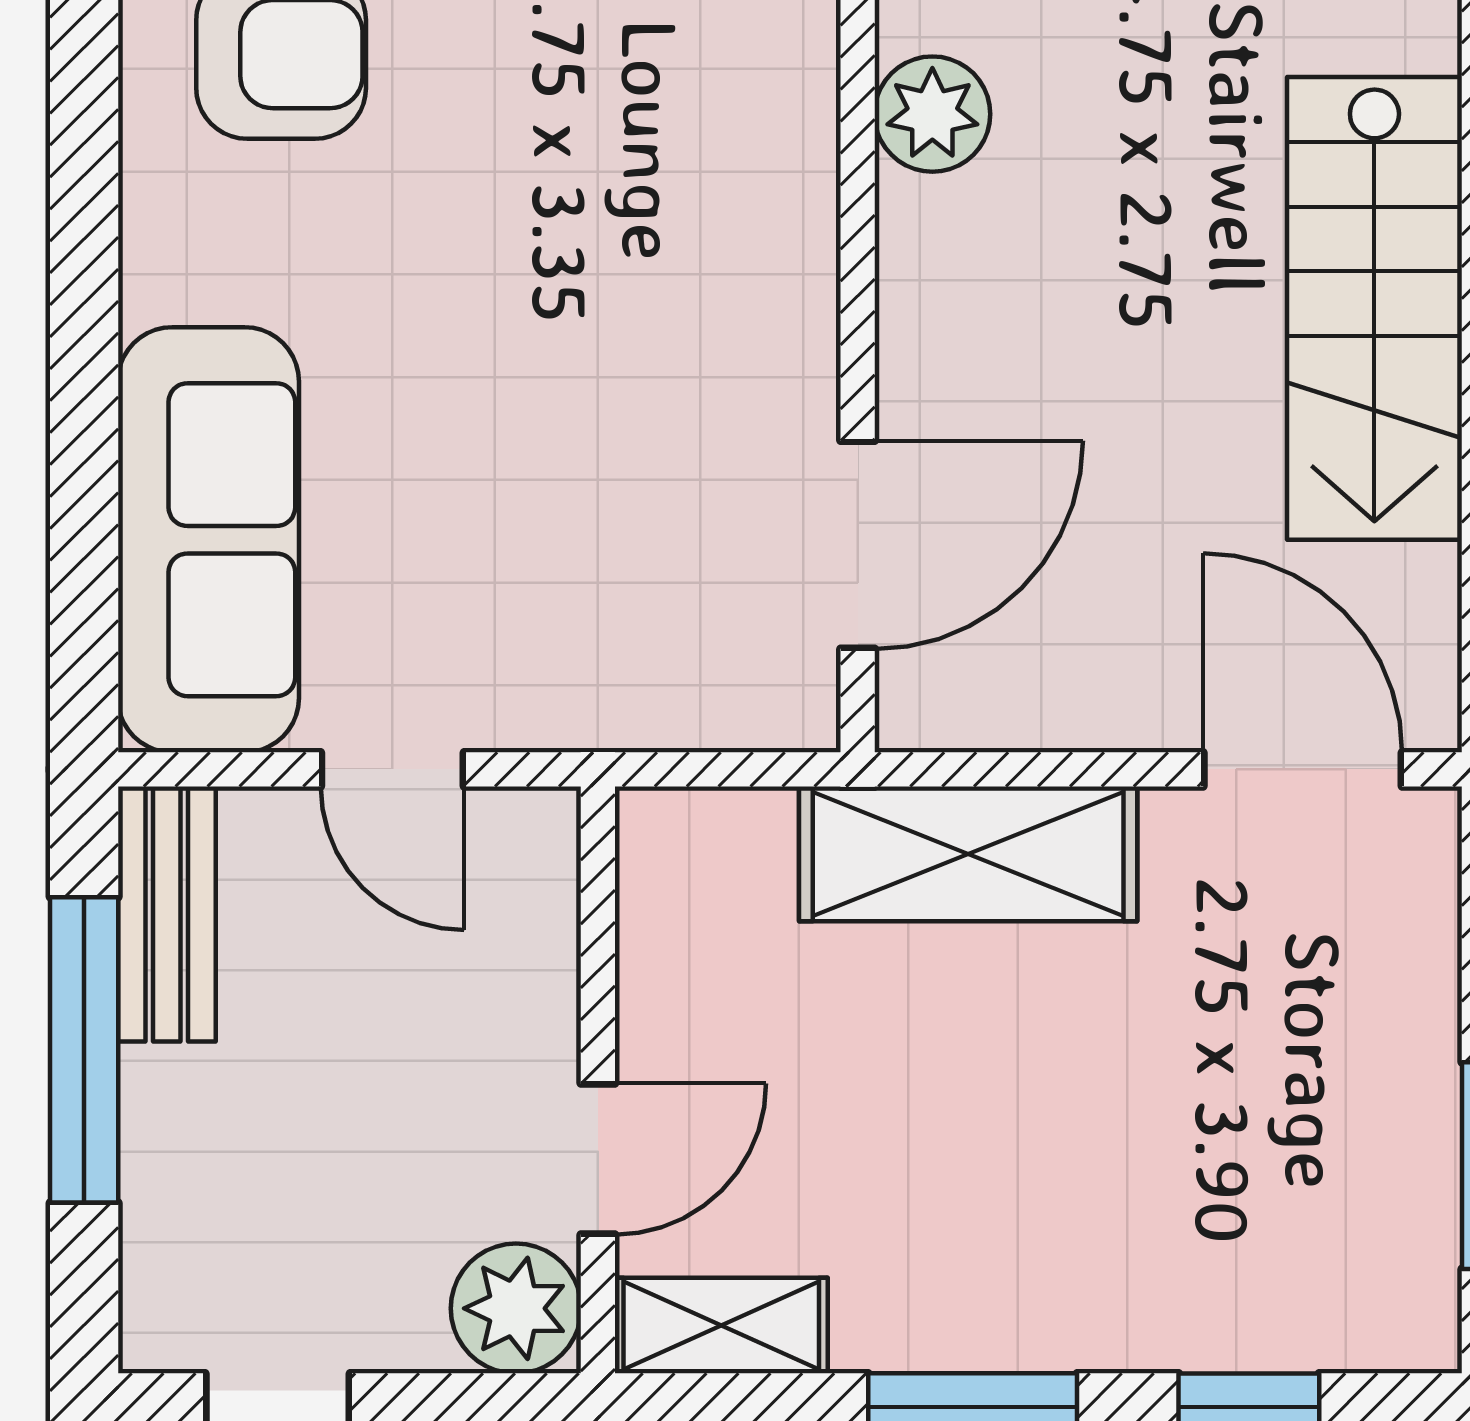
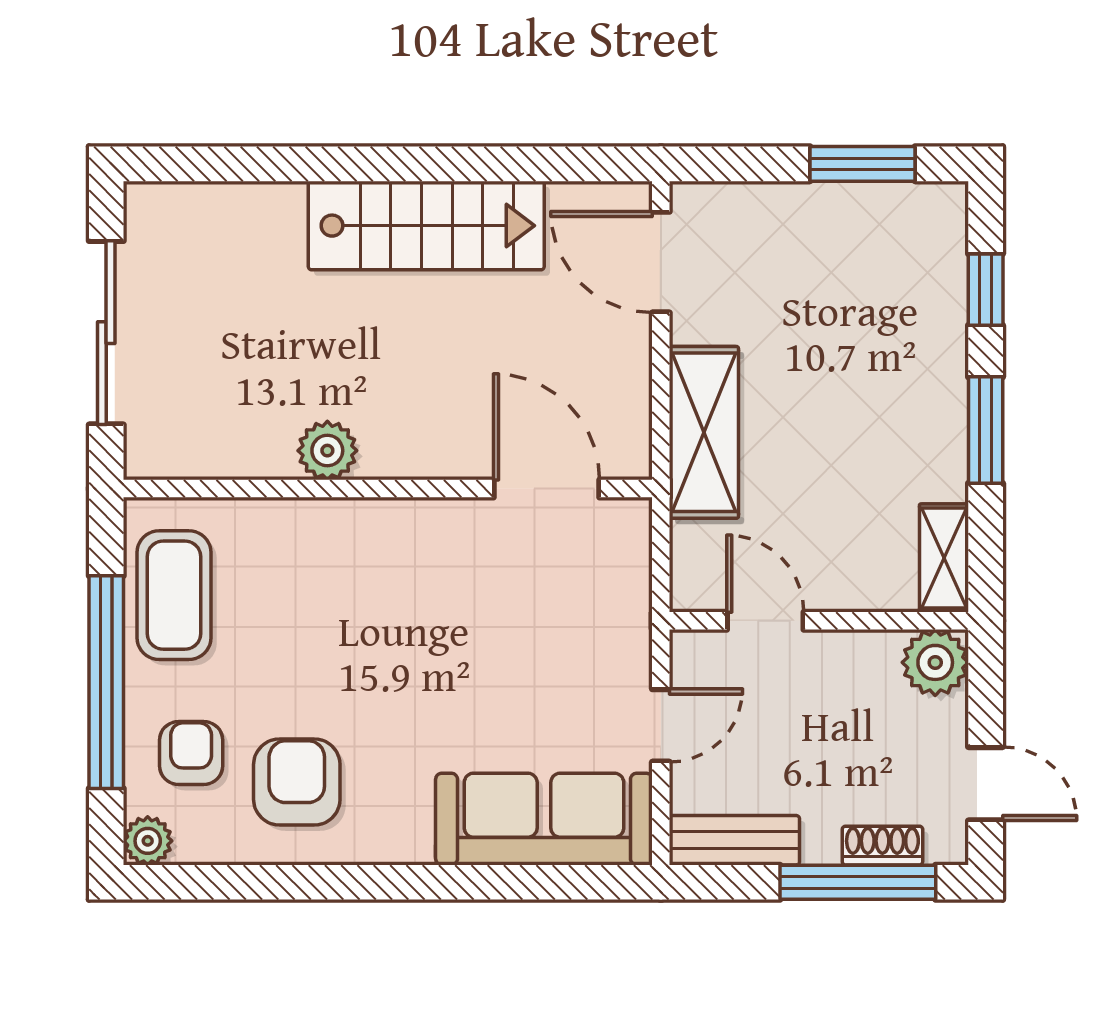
door: (1303, 769) -> (661, 262), hinge flipped
window: (84, 1050) -> (858, 882), moved
door: (598, 1159) -> (765, 621), moved
shoe rack: (156, 1205) -> (882, 846), added

